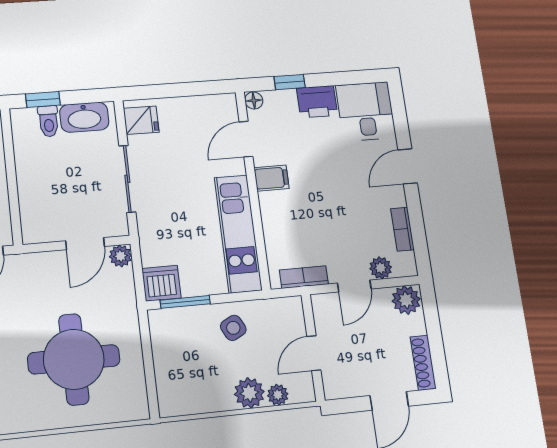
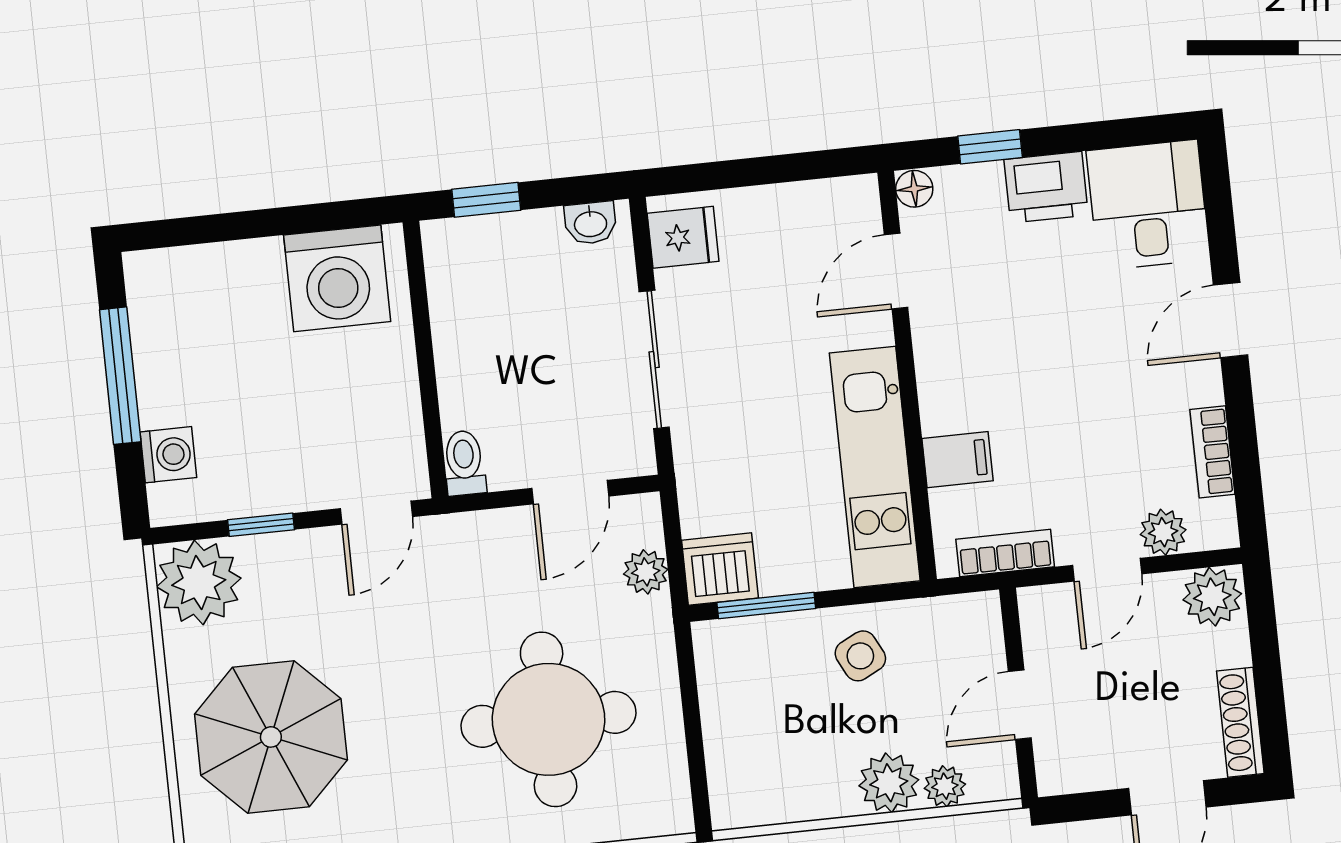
washbasin: (84, 117) -> (590, 223), width x0.52, depth x0.69
toilet: (49, 121) -> (464, 463), moved, turned 180
filing cabinet: (272, 178) -> (958, 460), moved
plant: (121, 256) -> (646, 572), moved

